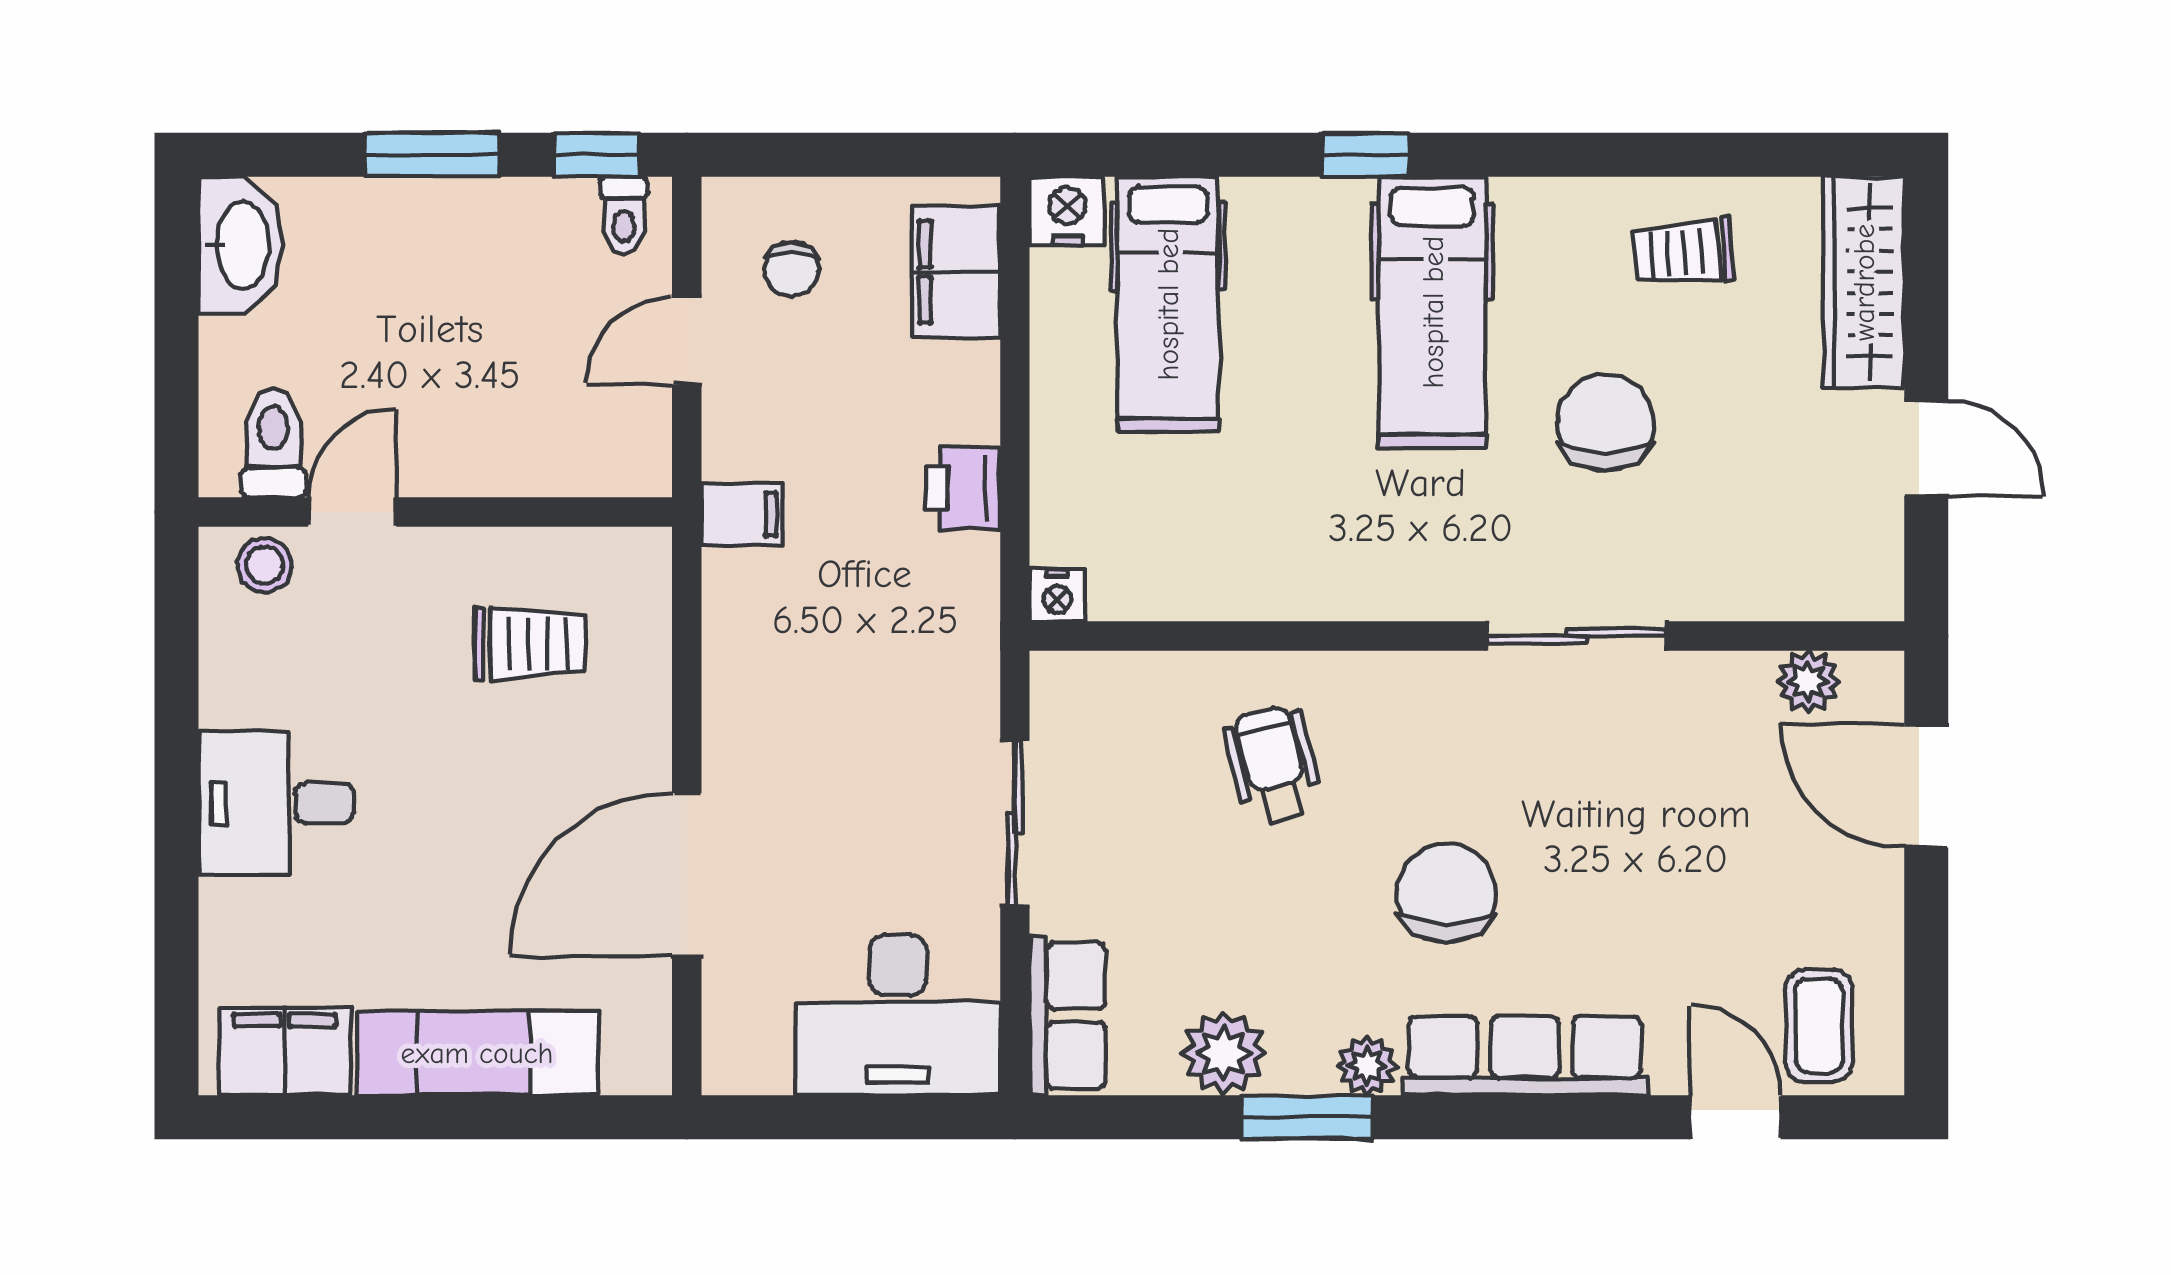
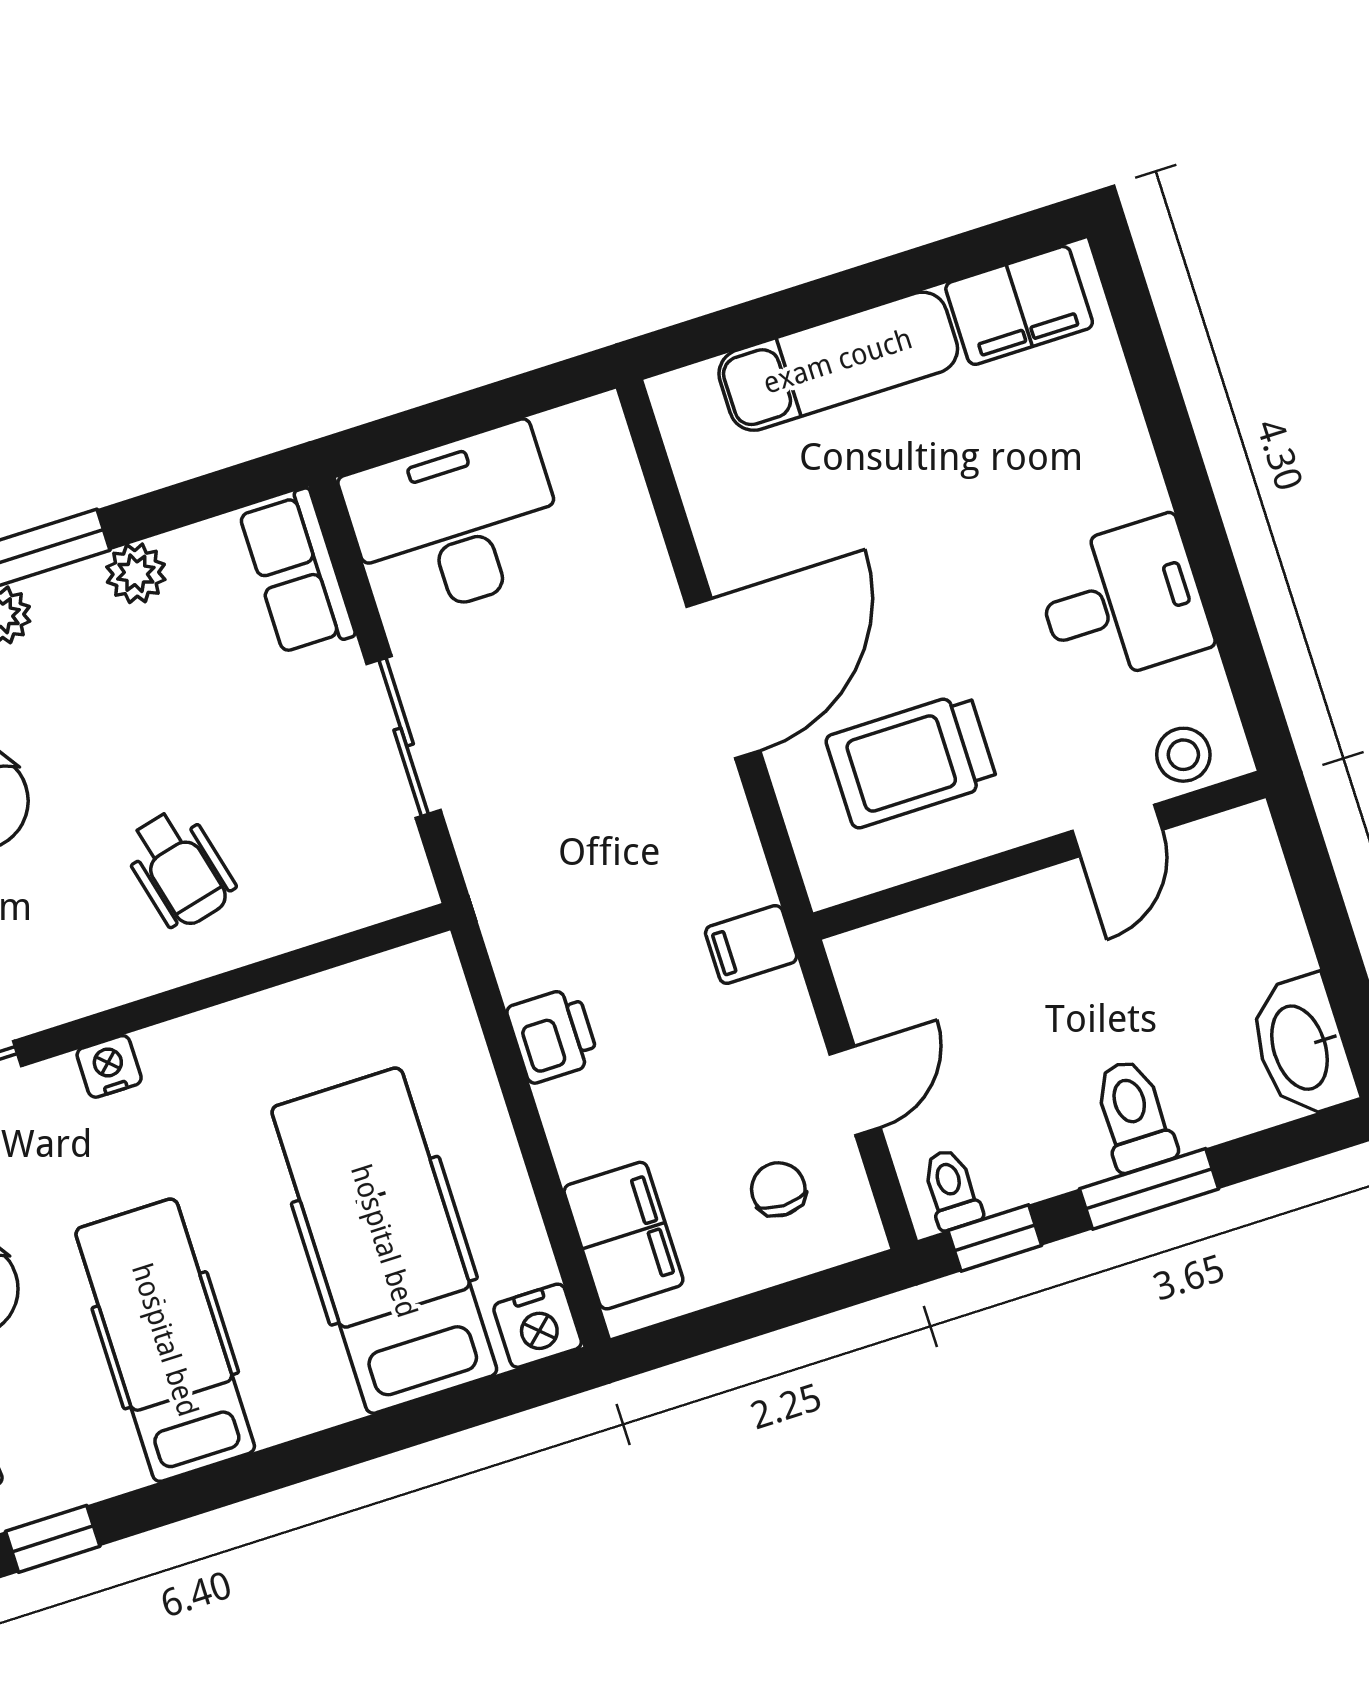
window: (1365, 155) -> (53, 1539), moved
hospital bed: (1168, 304) -> (384, 1241), width x1.37, depth x1.29
toilet: (273, 443) -> (1134, 1115), moved, turned 180
nightstand: (1057, 595) -> (109, 1066), moved
trolley: (530, 644) -> (911, 760), width x1.36, depth x1.39
desk: (276, 803) -> (1122, 601), moved
door: (687, 875) -> (723, 678), moved
plant: (1224, 1053) -> (136, 573), width x0.73, depth x0.73

